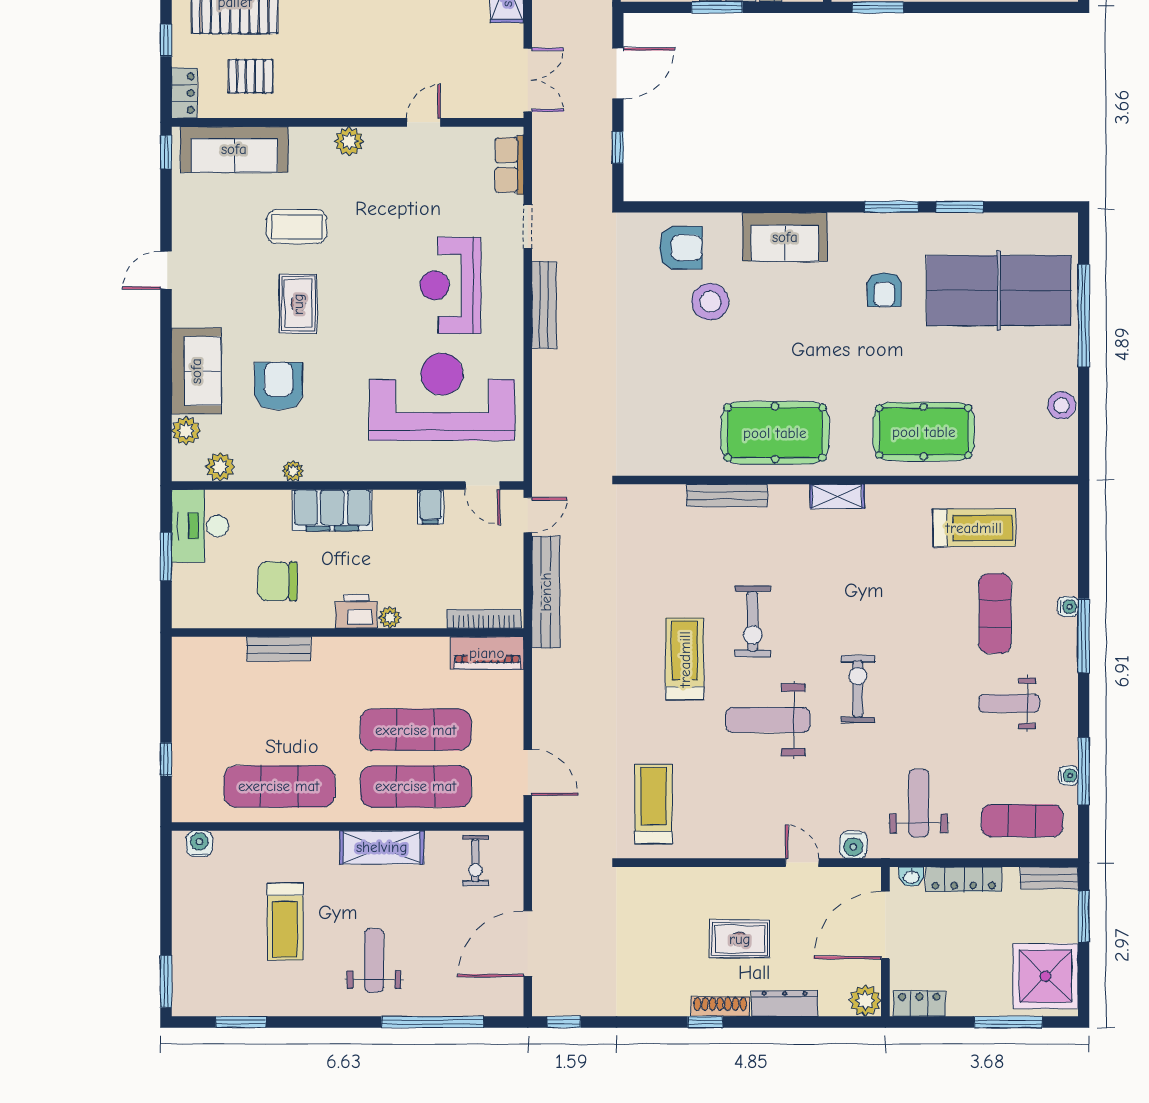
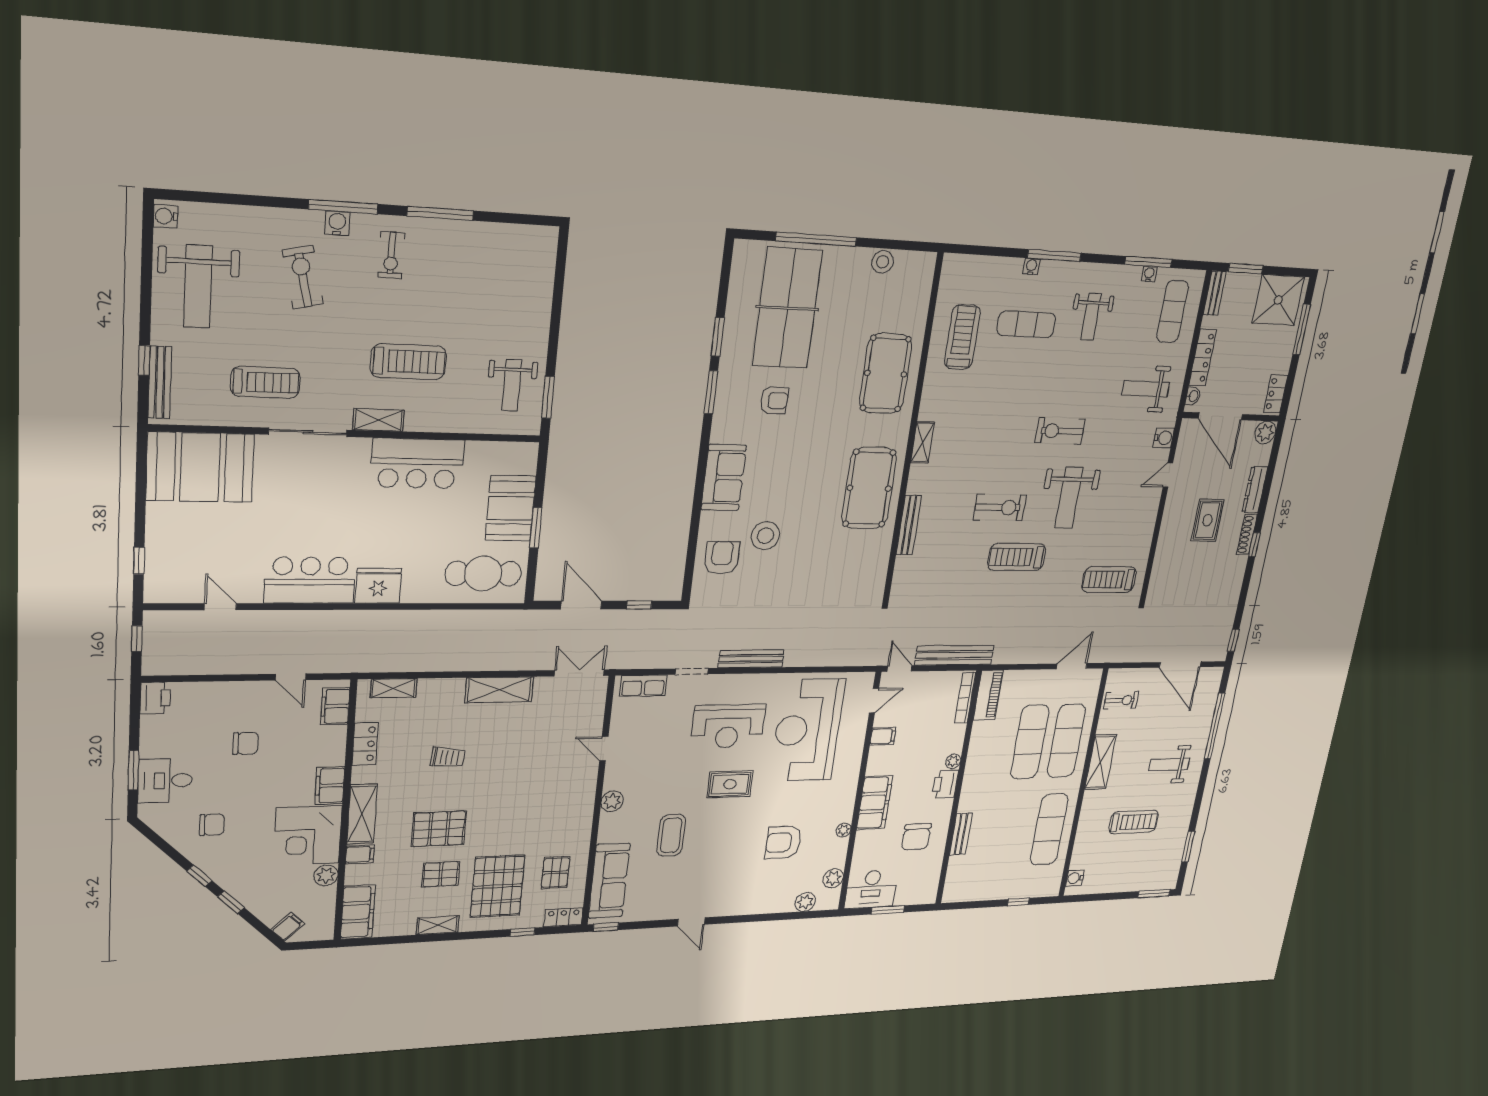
rug: (298, 304) -> (730, 784), moved
sofa: (196, 371) -> (765, 898), removed

